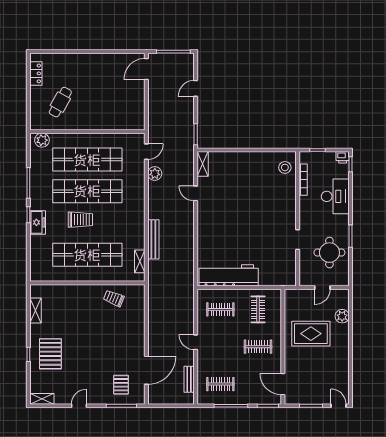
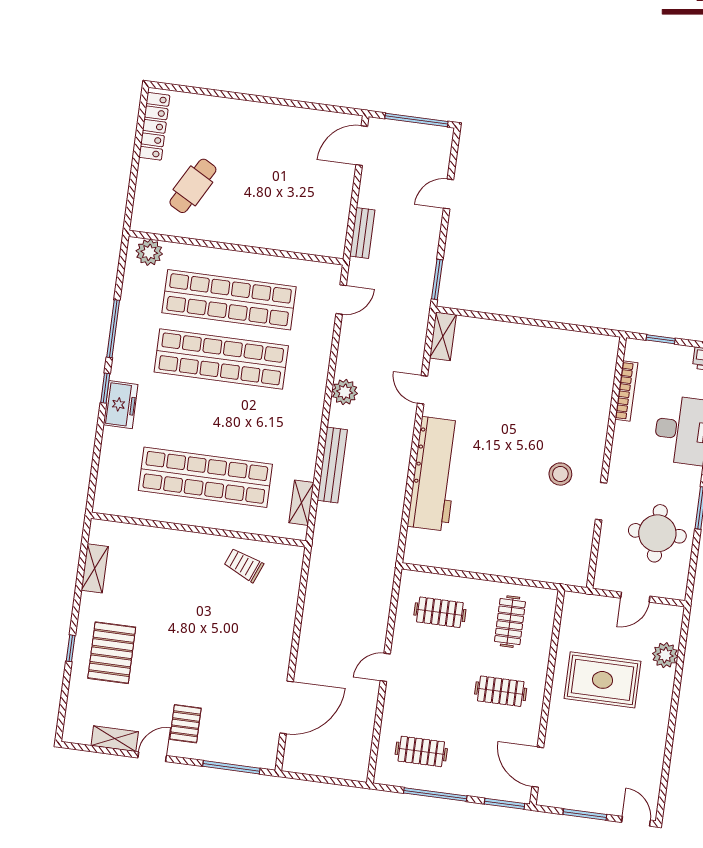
locker: (36, 73) -> (154, 126), width x1.53
stool: (285, 167) -> (560, 474), moved
plant: (155, 174) -> (345, 392), moved
trolley: (80, 220) -> (201, 410), removed
workbench: (229, 275) -> (434, 474), moved, turned 90
door: (196, 342) -> (385, 667), hinge flipped
bench: (189, 379) -> (362, 233), moved
pallet: (121, 385) -> (185, 724), moved
shelving: (42, 399) -> (115, 739), moved

